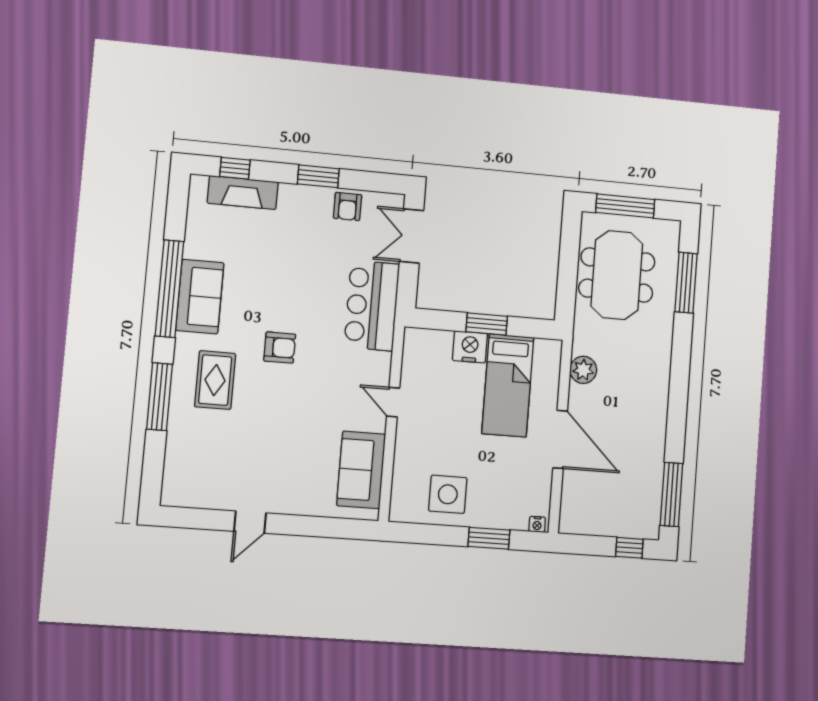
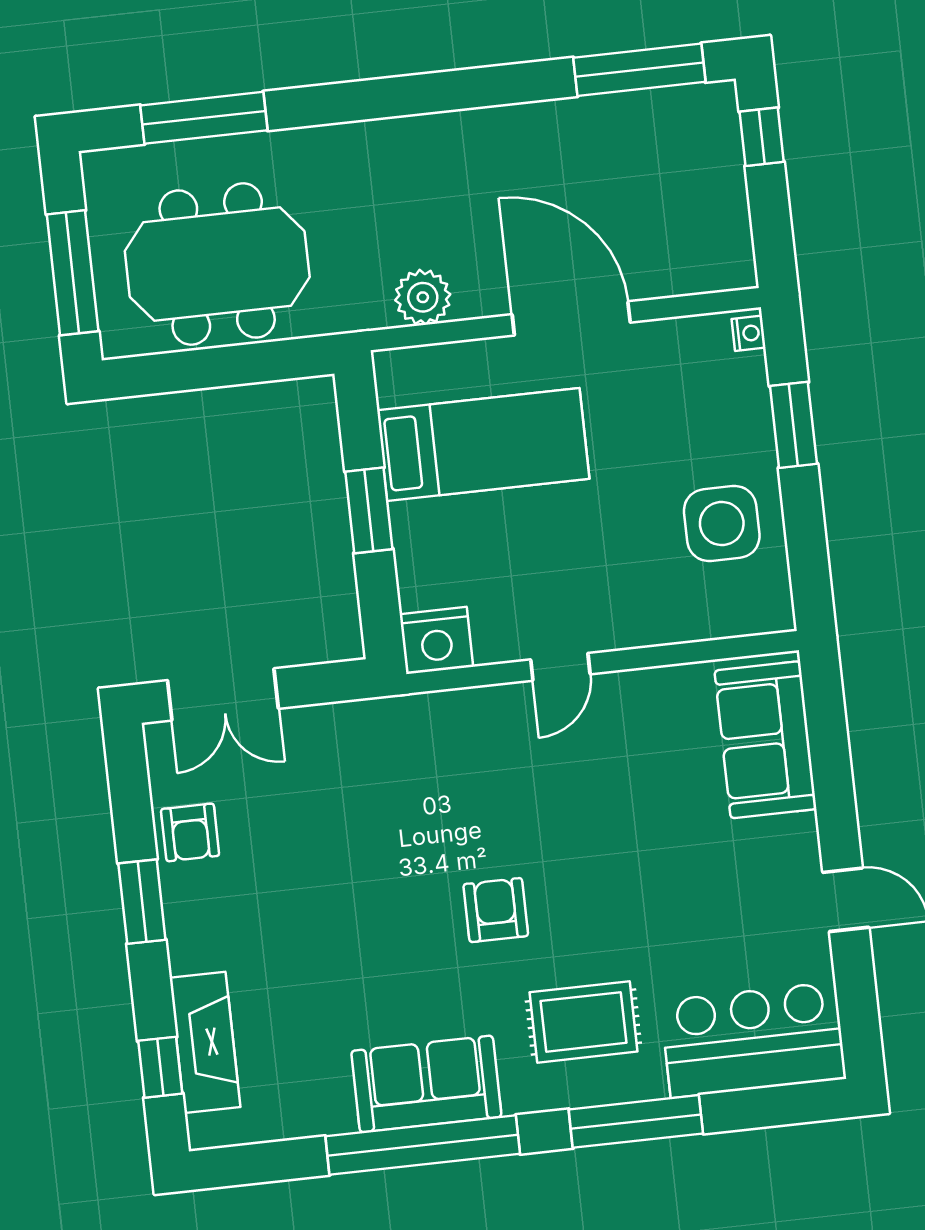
armchair: (348, 206) -> (190, 832), turned 90
bar counter: (372, 306) -> (753, 1040), moved, turned 180
nightstand: (470, 347) -> (436, 640), moved, turned -90
door: (560, 439) -> (571, 318), hinge flipped
sofa: (361, 470) -> (766, 740), moved, turned 90

